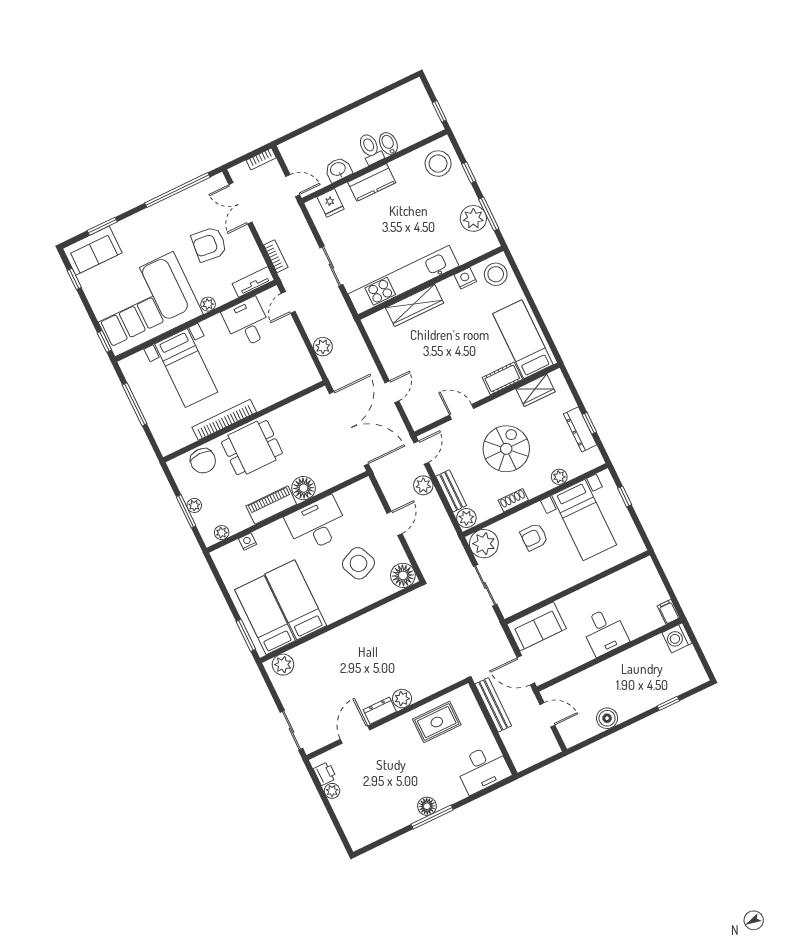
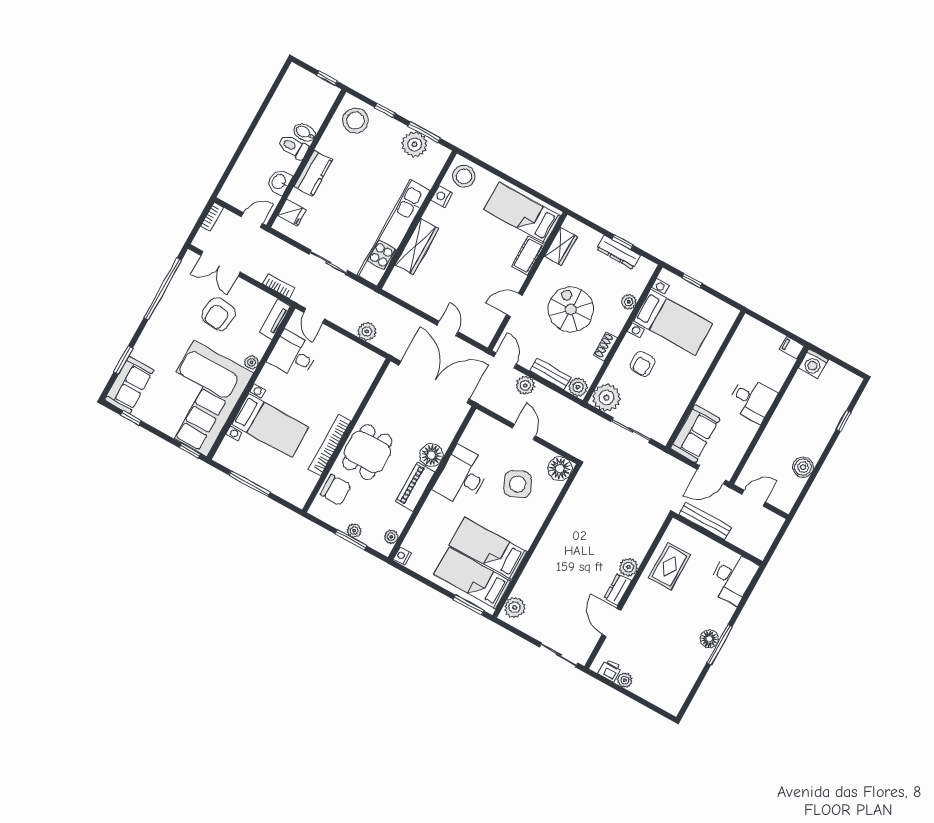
nightstand: (247, 541) -> (402, 556), moved

